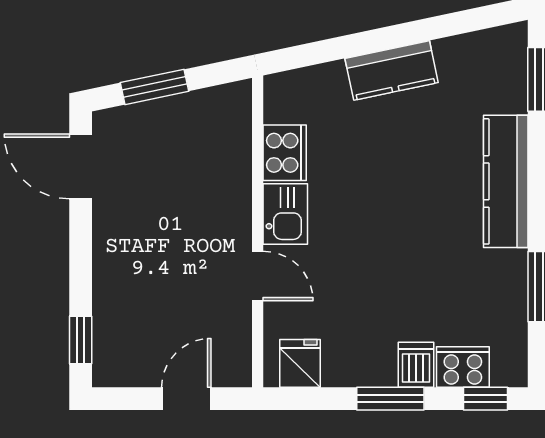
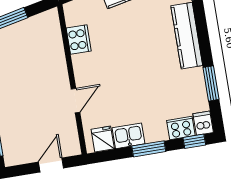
kitchen sink: (285, 214) -> (129, 136), moved, turned -90
door: (258, 276) -> (75, 101), hinge flipped
dishwasher: (416, 365) -> (203, 123), moved

